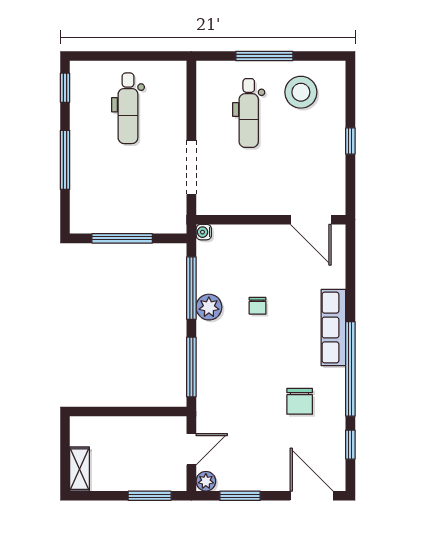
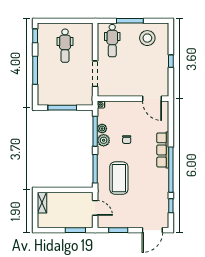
dental chair: (249, 113) -> (112, 41), moved
coffee table: (241, 386) -> (119, 178), added
chair: (300, 401) -> (147, 185), removed
door: (191, 449) -> (95, 208), hinge flipped
shelving: (80, 469) -> (42, 203), moved
plant: (206, 481) -> (102, 129), moved
door: (312, 496) -> (152, 230), swing flipped

